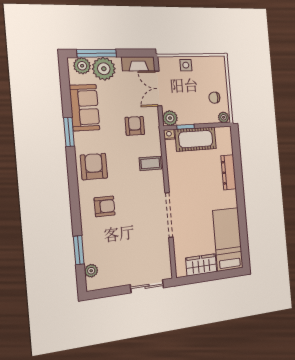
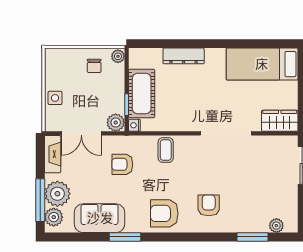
wardrobe: (201, 265) -> (280, 121), moved, turned 90

